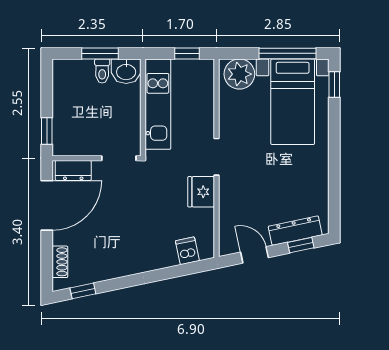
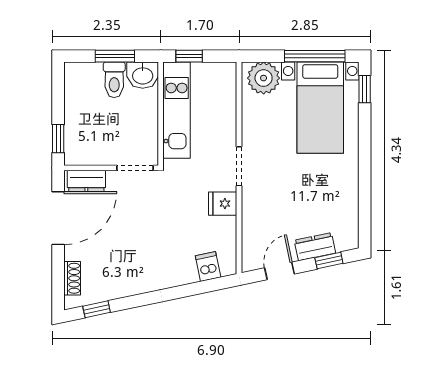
window: (187, 53) -> (189, 56), moved
toilet: (102, 71) -> (114, 80), width x1.37, depth x1.39
fridge: (201, 192) -> (223, 204), width x0.72
dresser: (295, 231) -> (315, 247), width x0.70
door: (254, 255) -> (280, 271), hinge flipped

